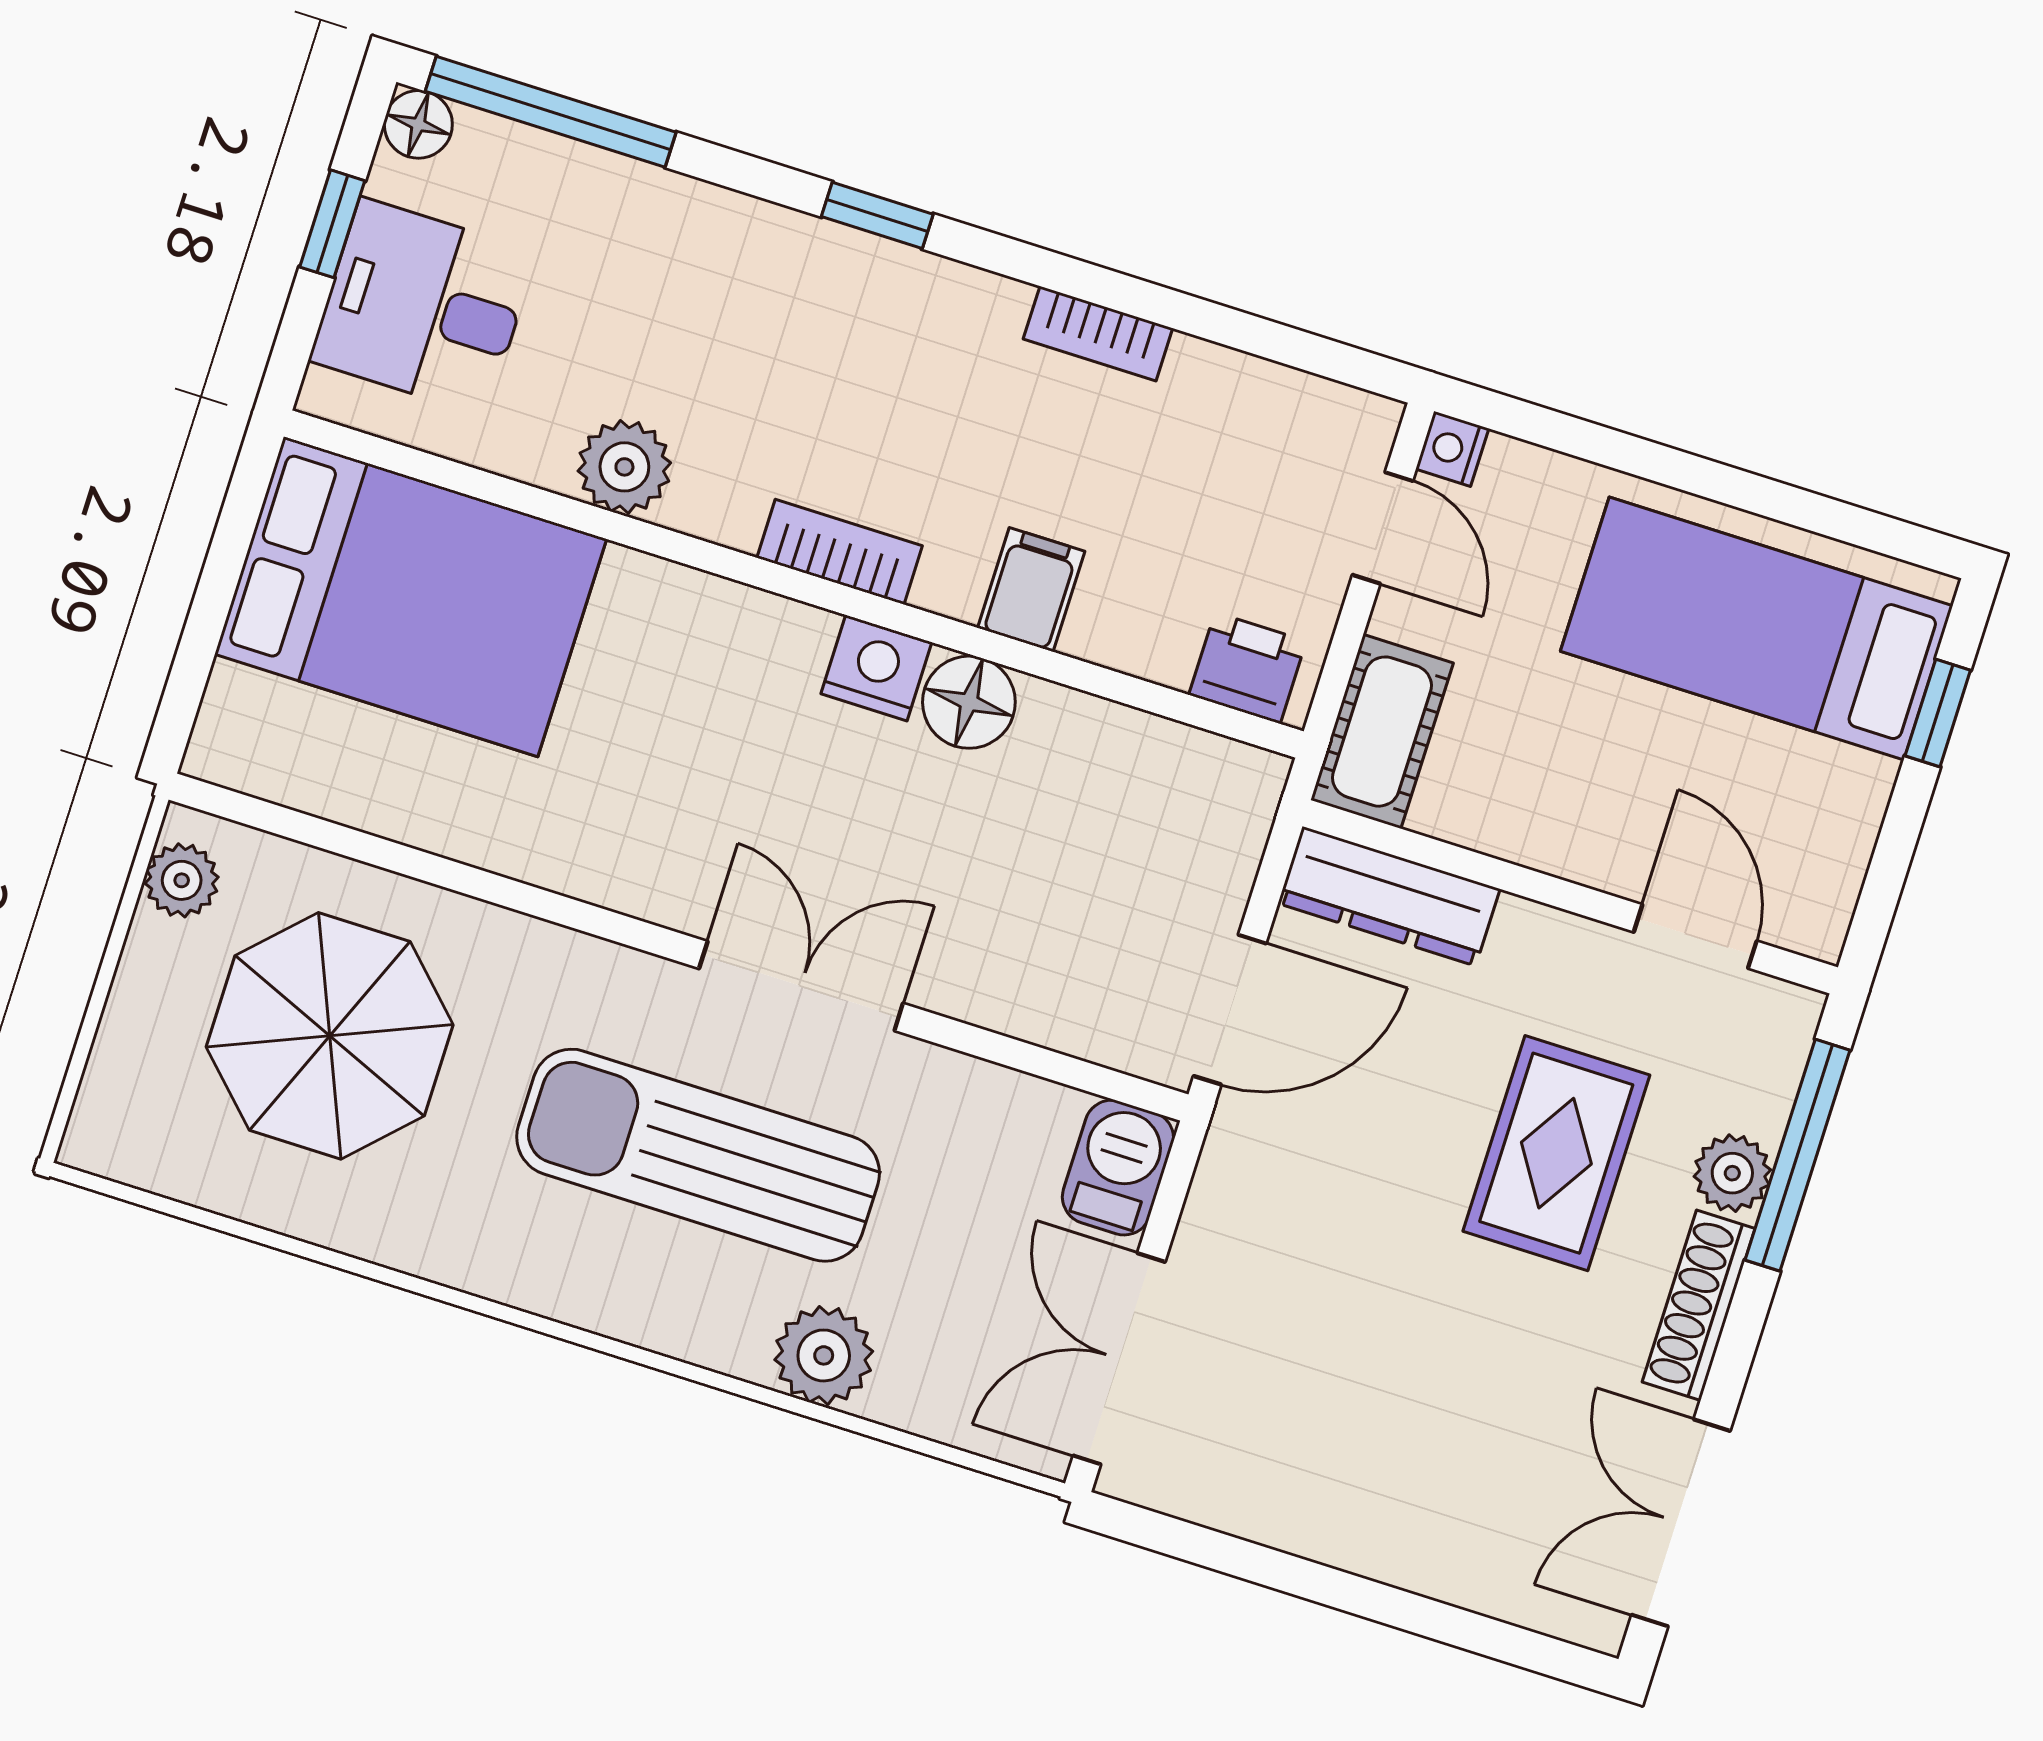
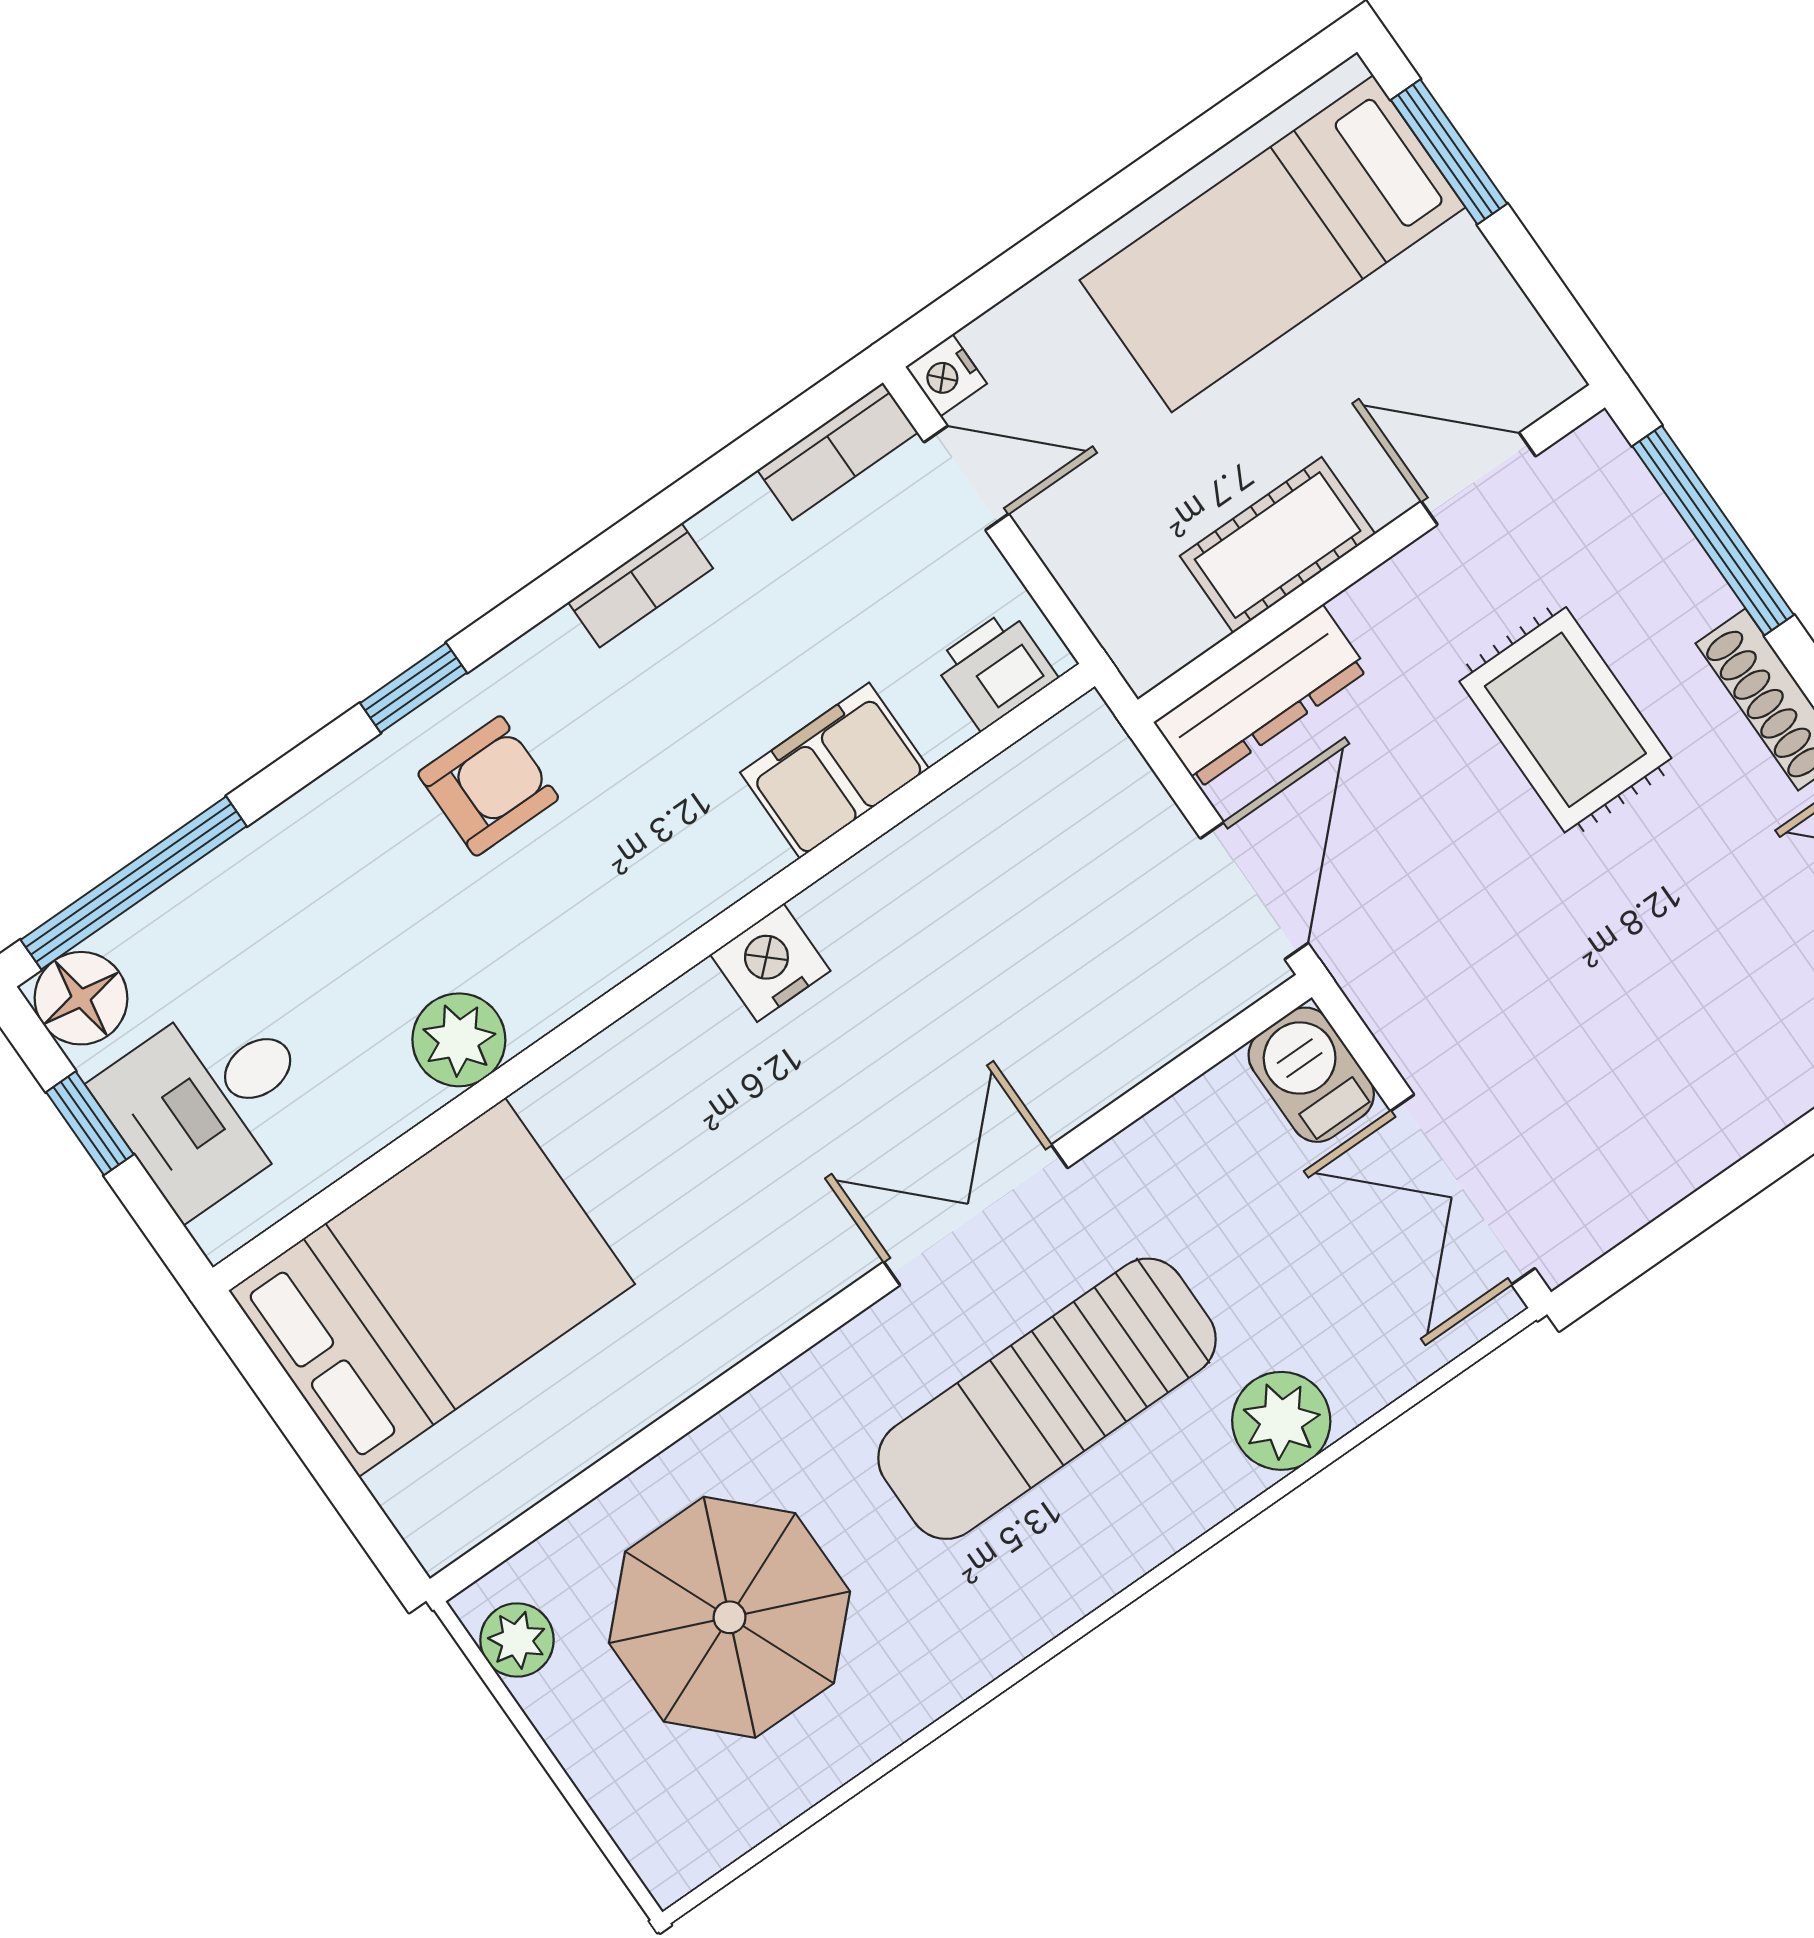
floor lamp: (418, 124) -> (81, 998), width x1.37, depth x1.37
armchair: (845, 335) -> (488, 786), added
bookcase: (840, 552) -> (838, 451), moved, turned 180
filing cabinet: (1031, 590) -> (834, 770), width x2.00
floor lamp: (969, 702) -> (853, 910), removed
window: (1938, 713) -> (1449, 152), width x1.50
cot: (1382, 732) -> (1278, 545), moved, turned 90
plant: (1732, 1173) -> (1688, 593), removed

